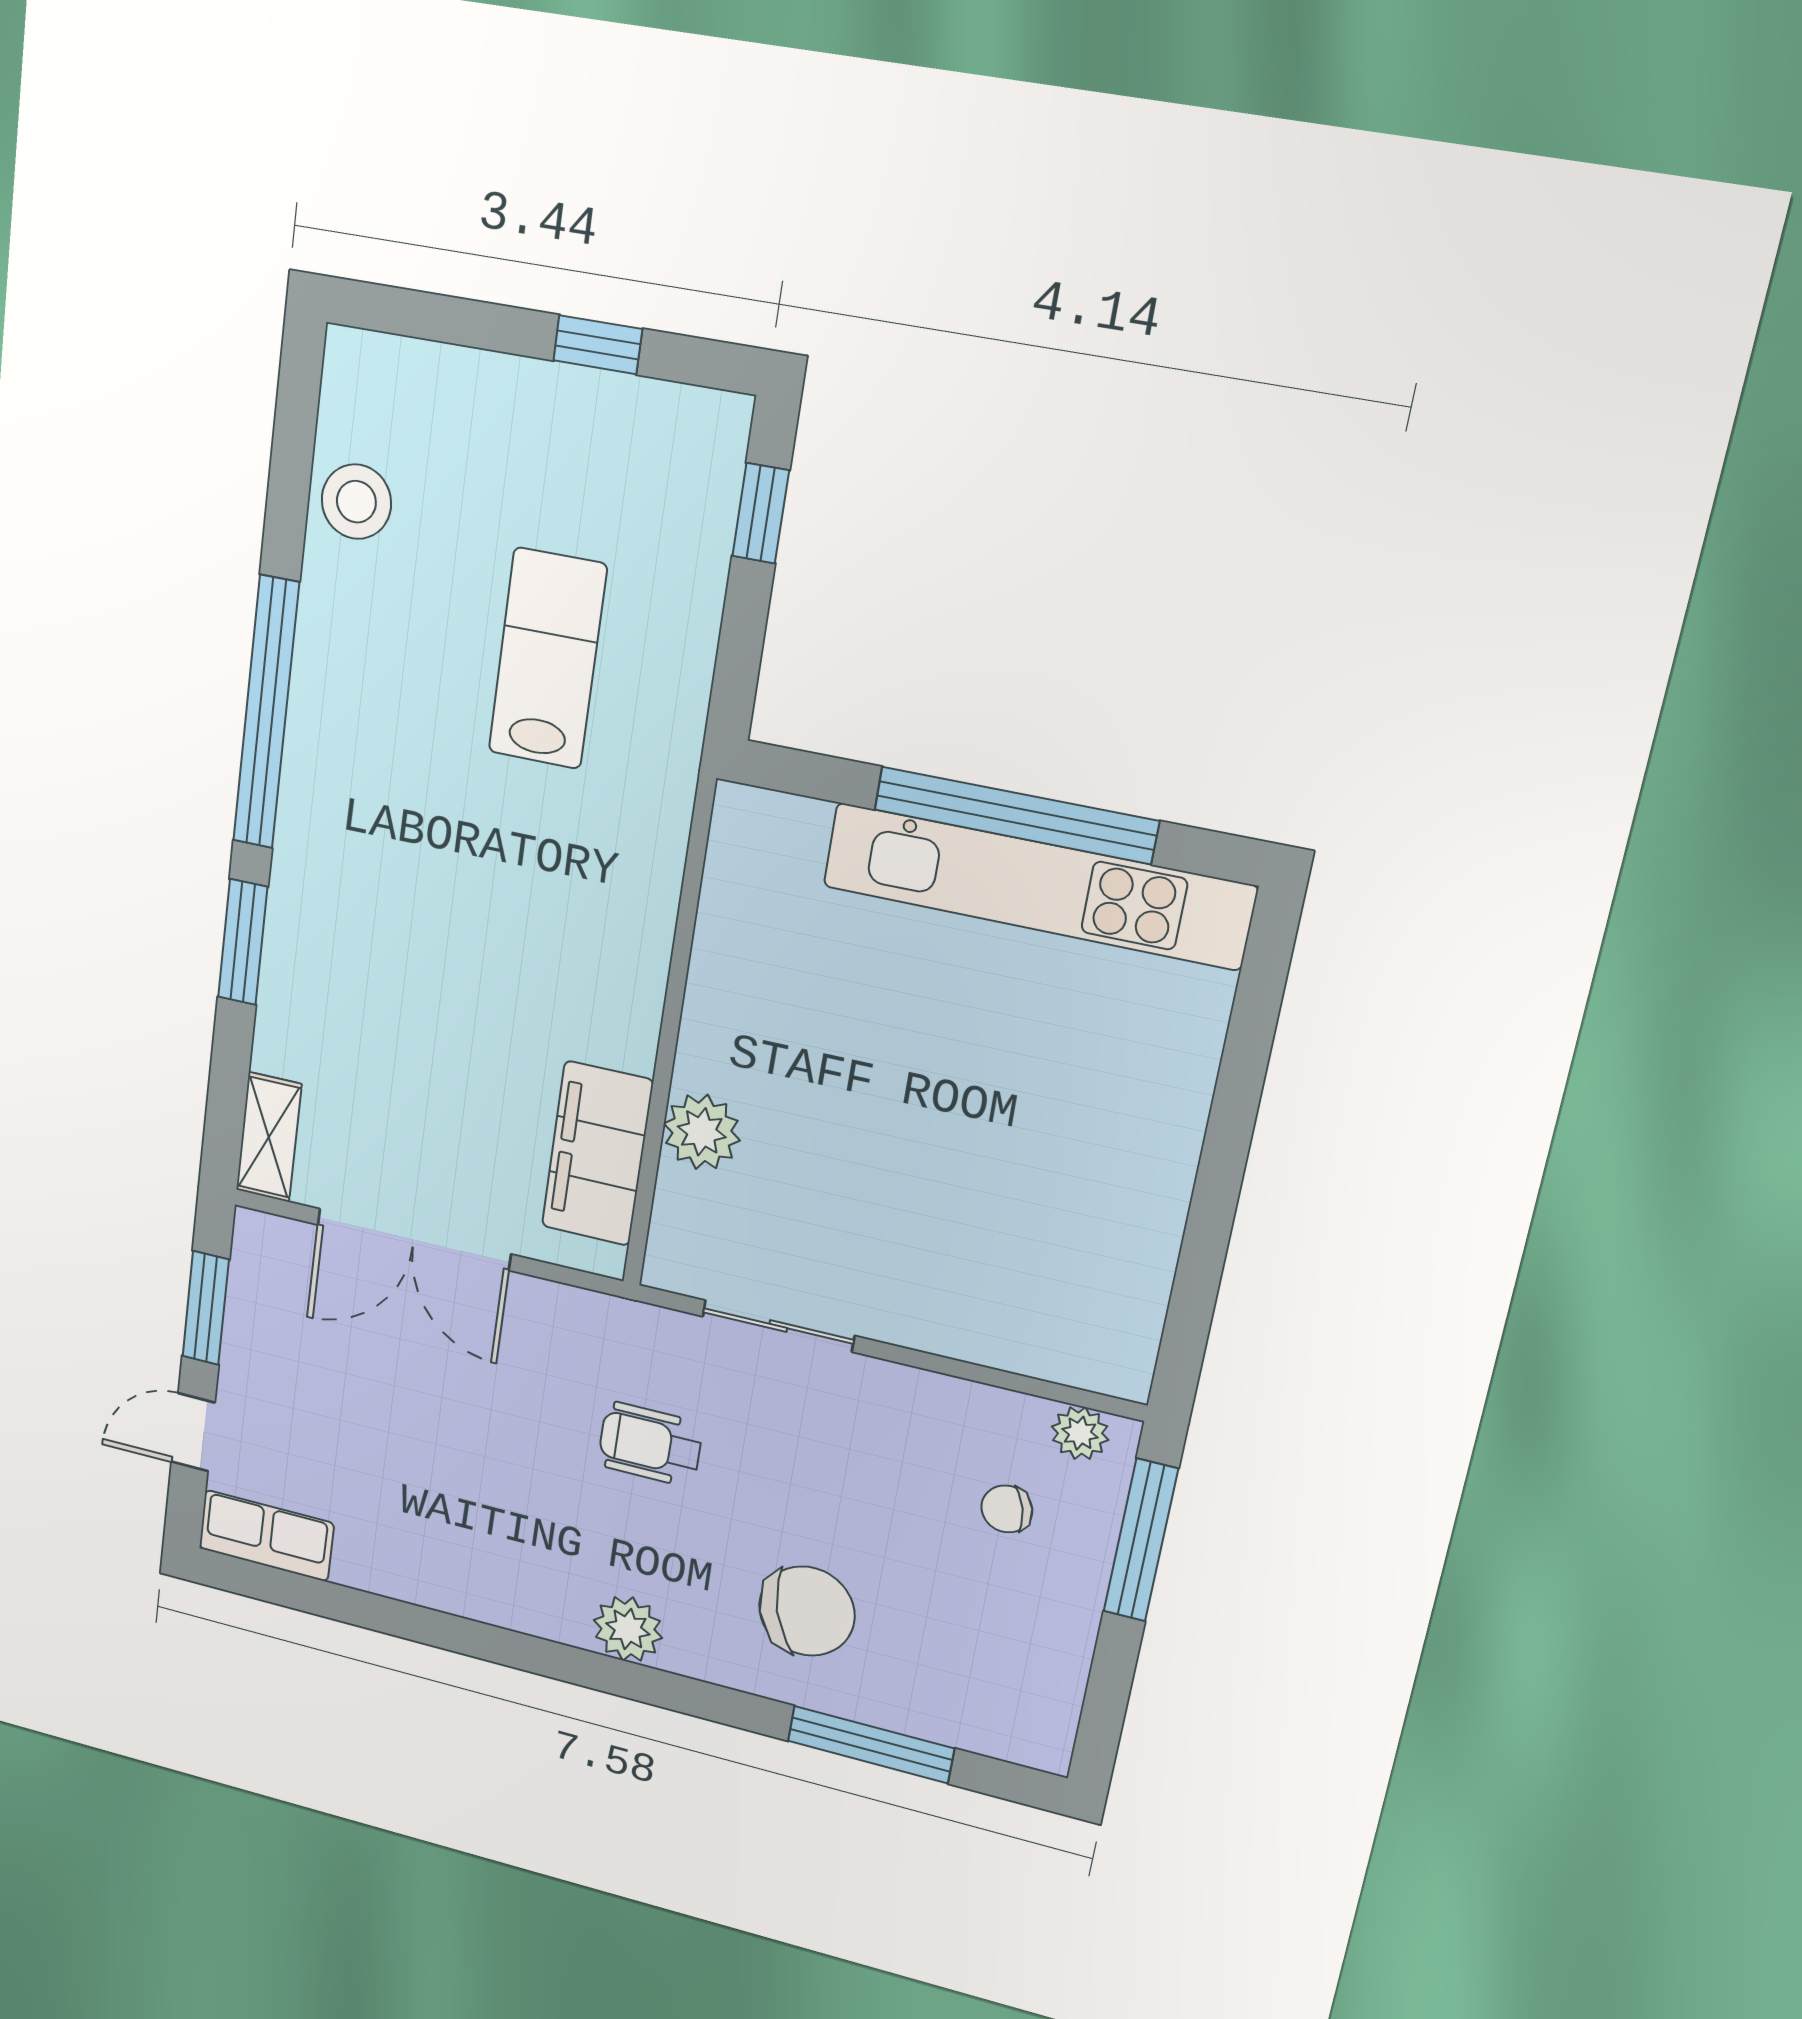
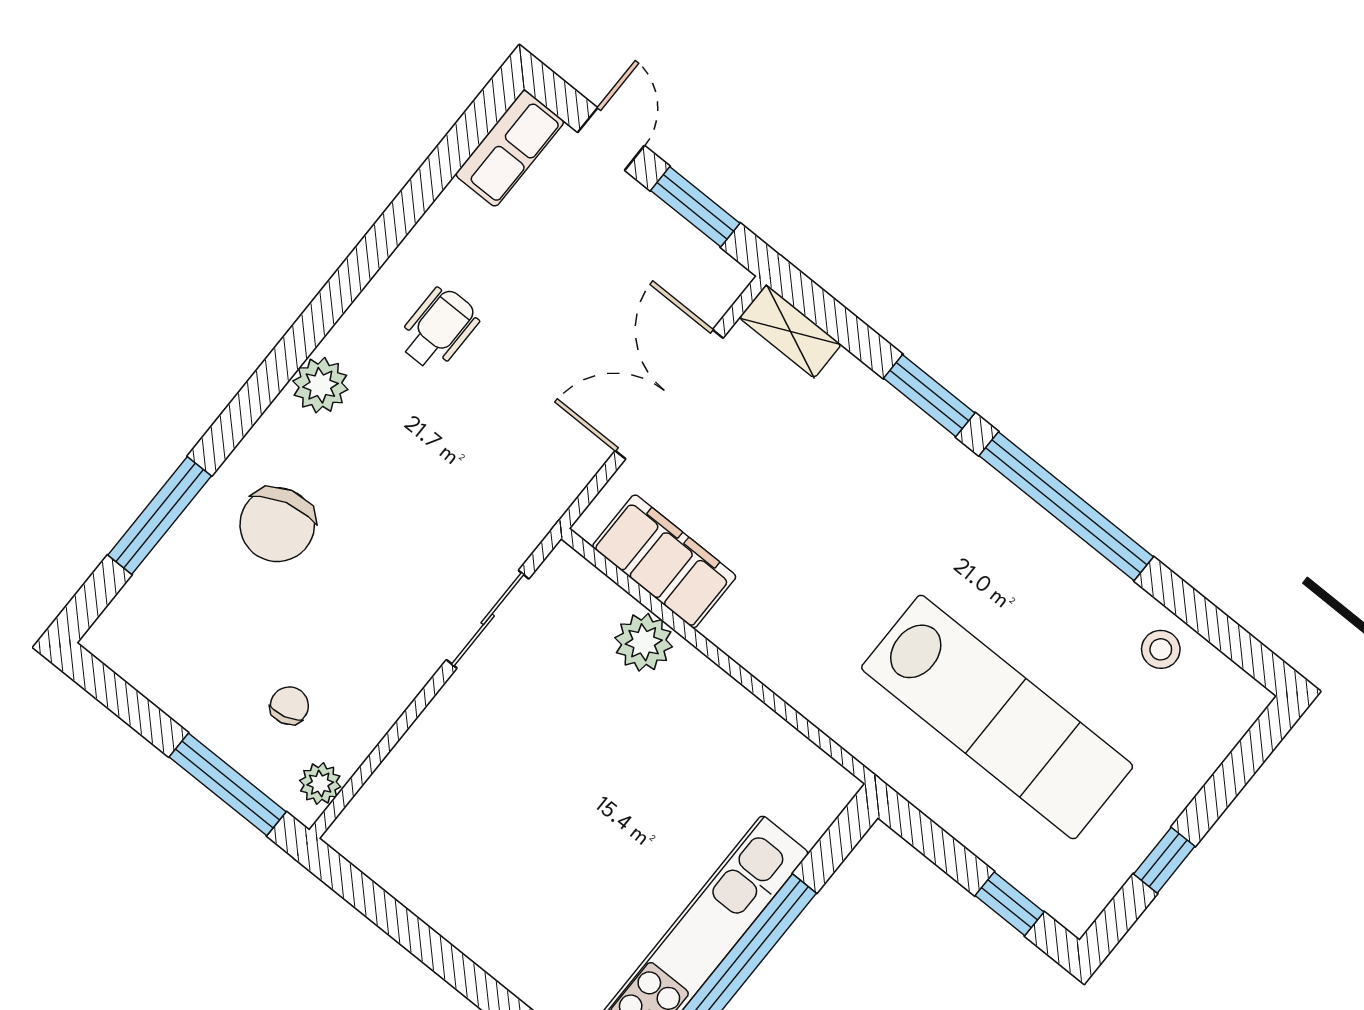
stool: (356, 502) -> (1161, 649), width x0.73, depth x0.73
lab bench: (547, 659) -> (997, 717), width x1.86, depth x1.39
wheelchair: (650, 1444) -> (438, 329), moved

